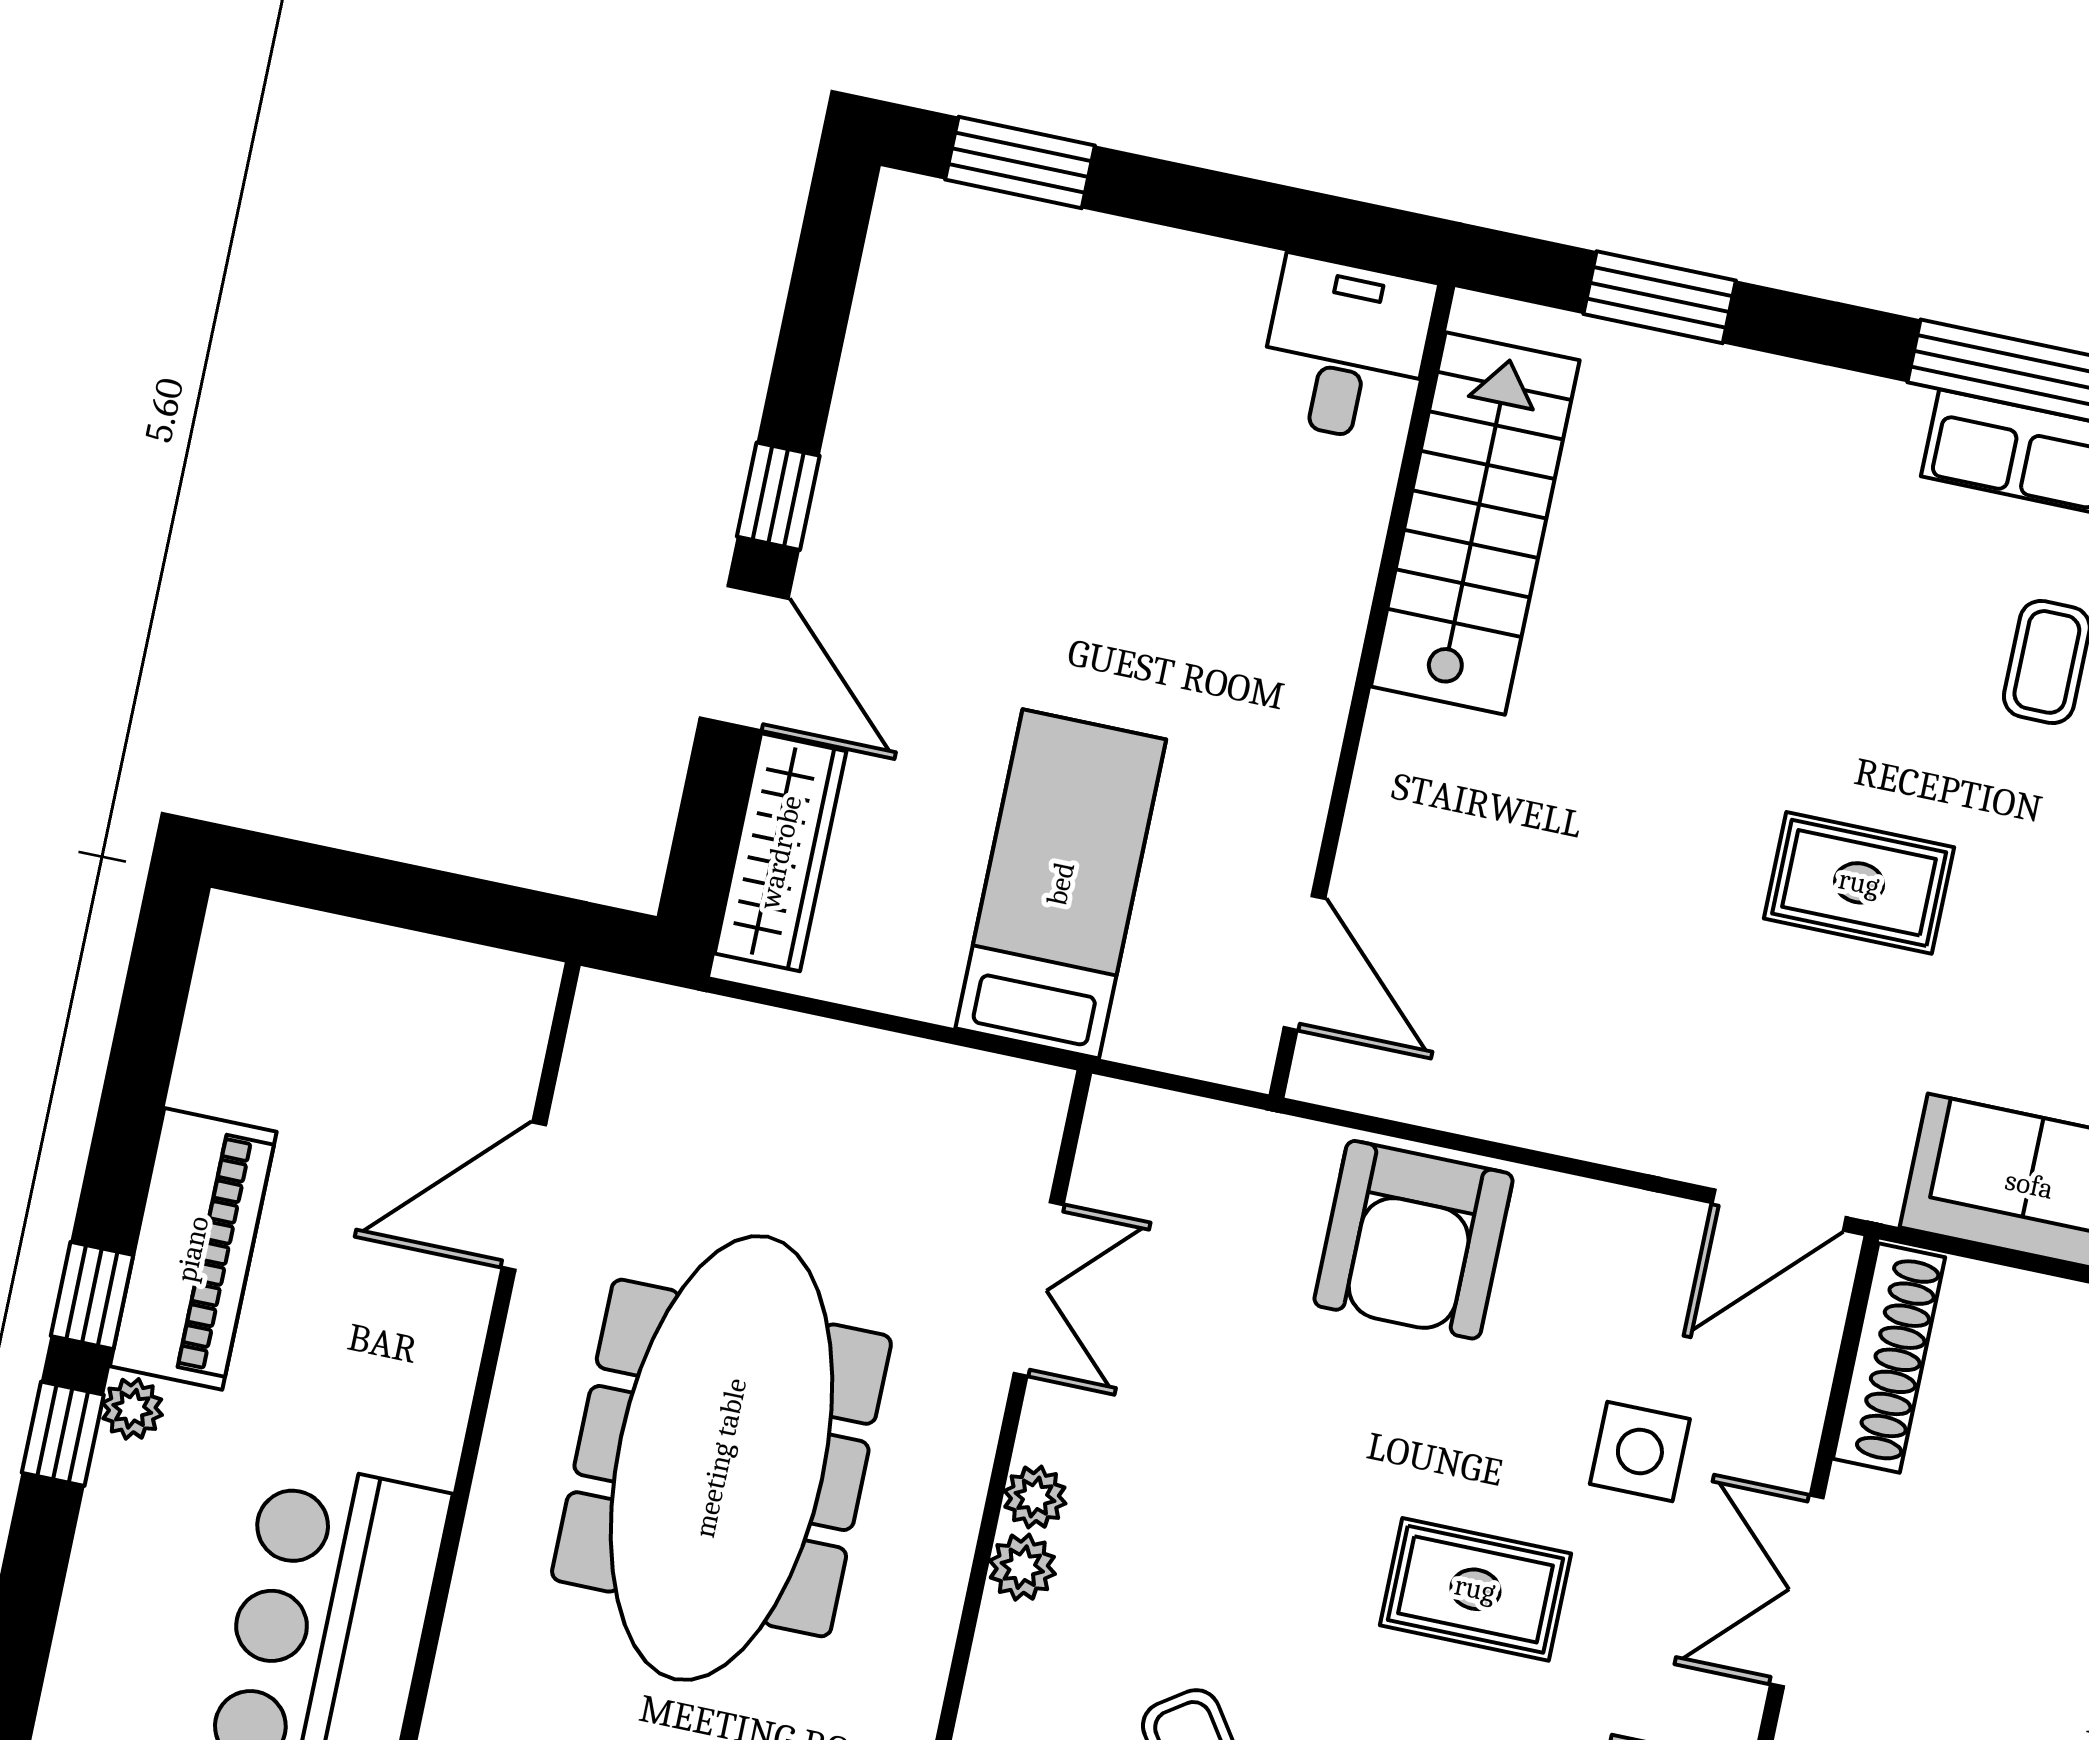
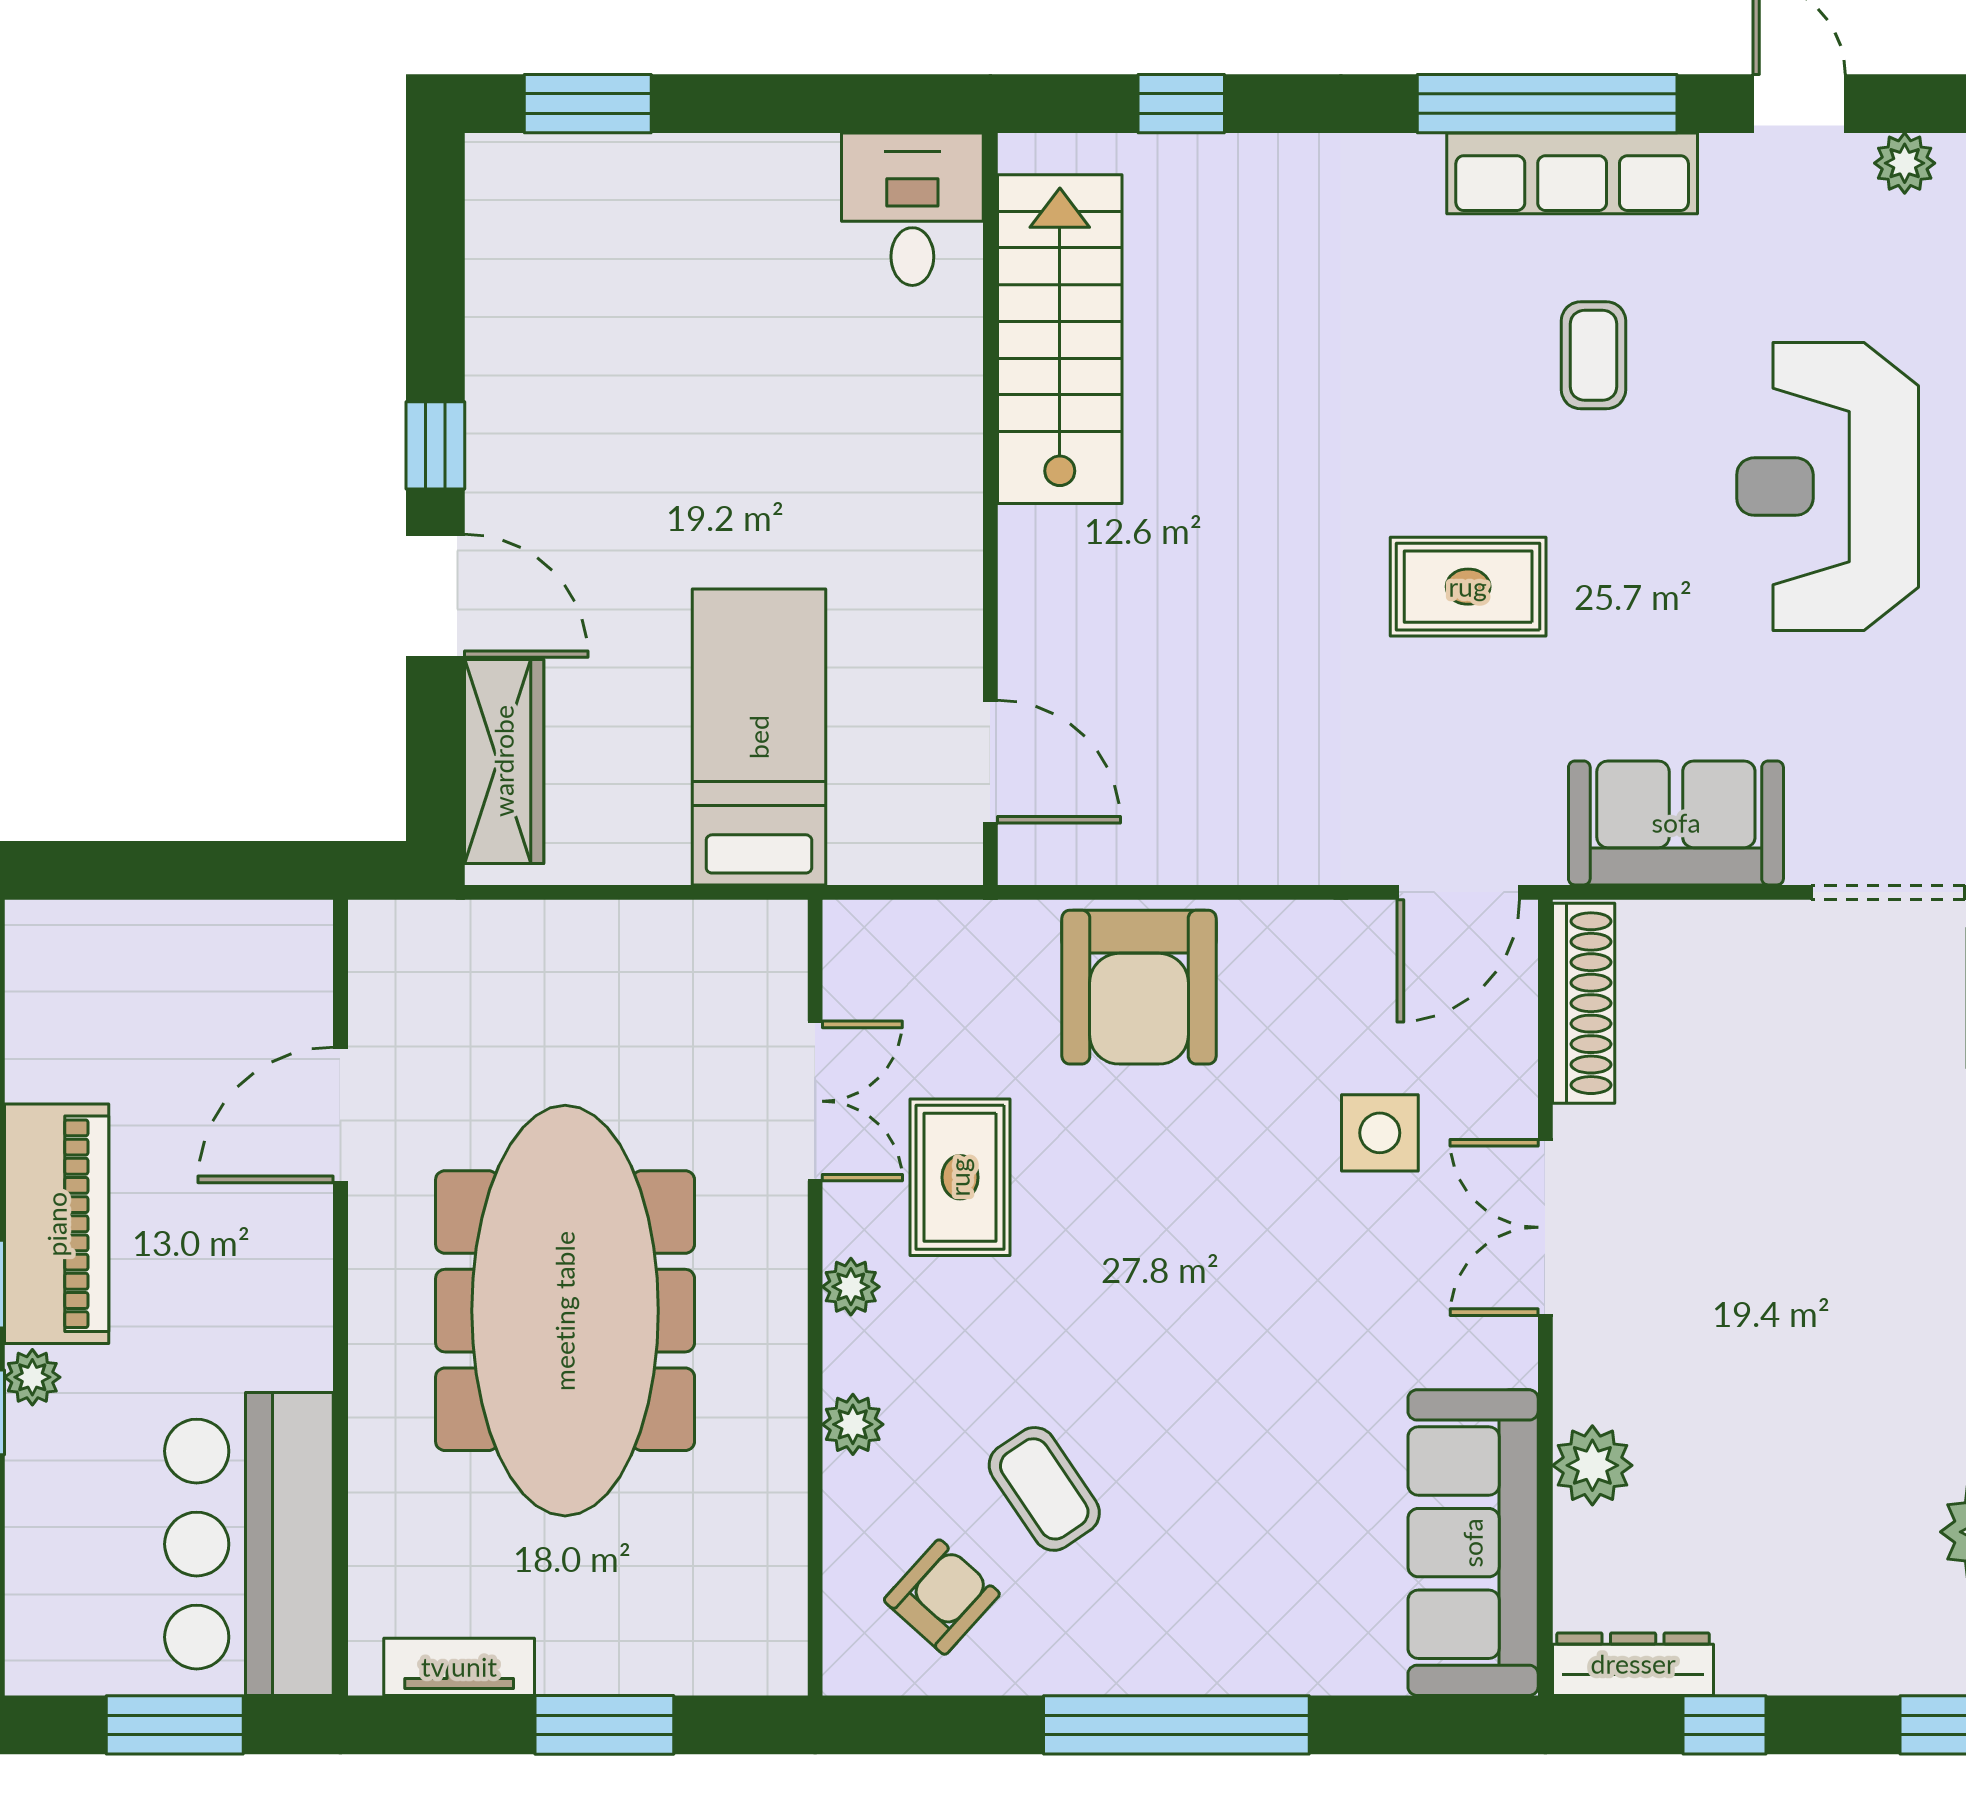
window: (1660, 297) -> (1181, 104), width x0.67
plant: (1022, 1567) -> (853, 1424), moved
rug: (1475, 1589) -> (960, 1177), moved, turned 90

